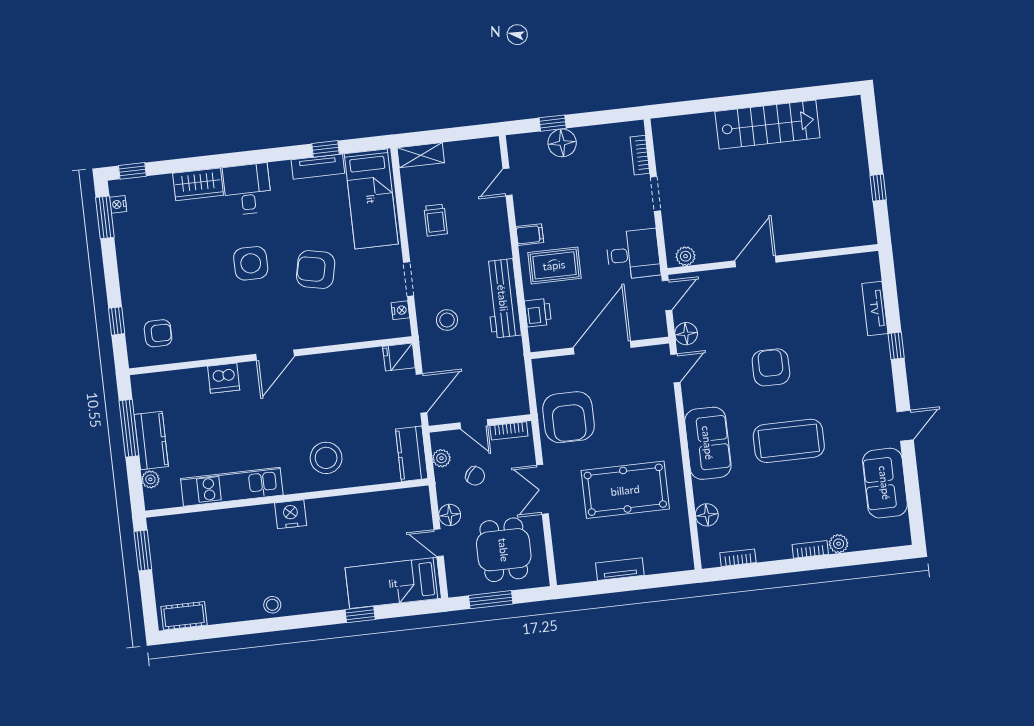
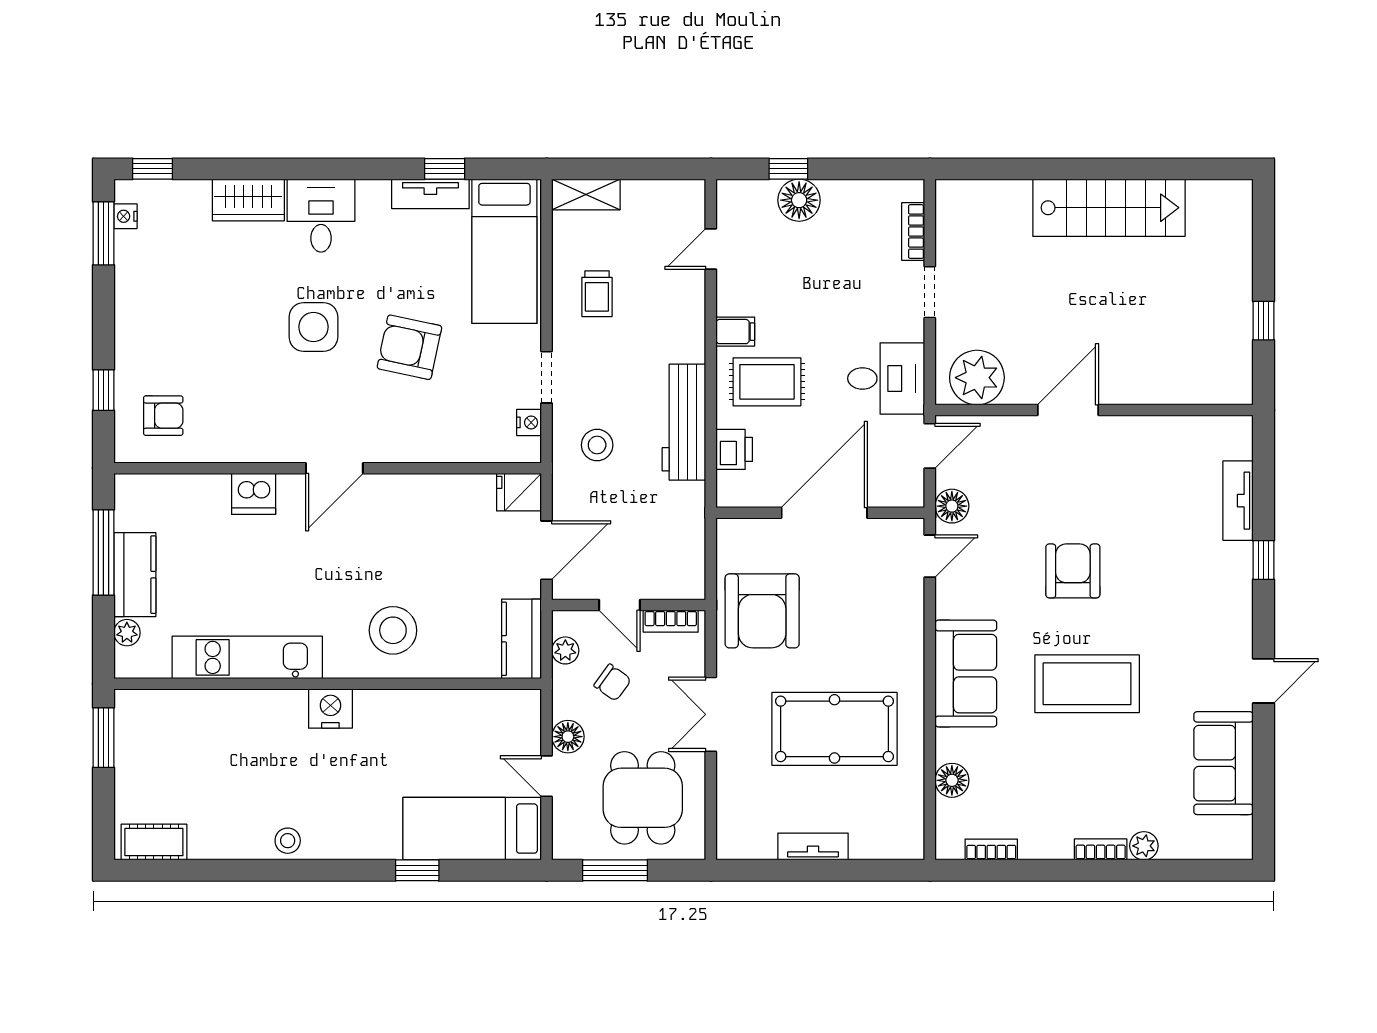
plant: (686, 256) -> (977, 378), width x1.88, depth x1.88

